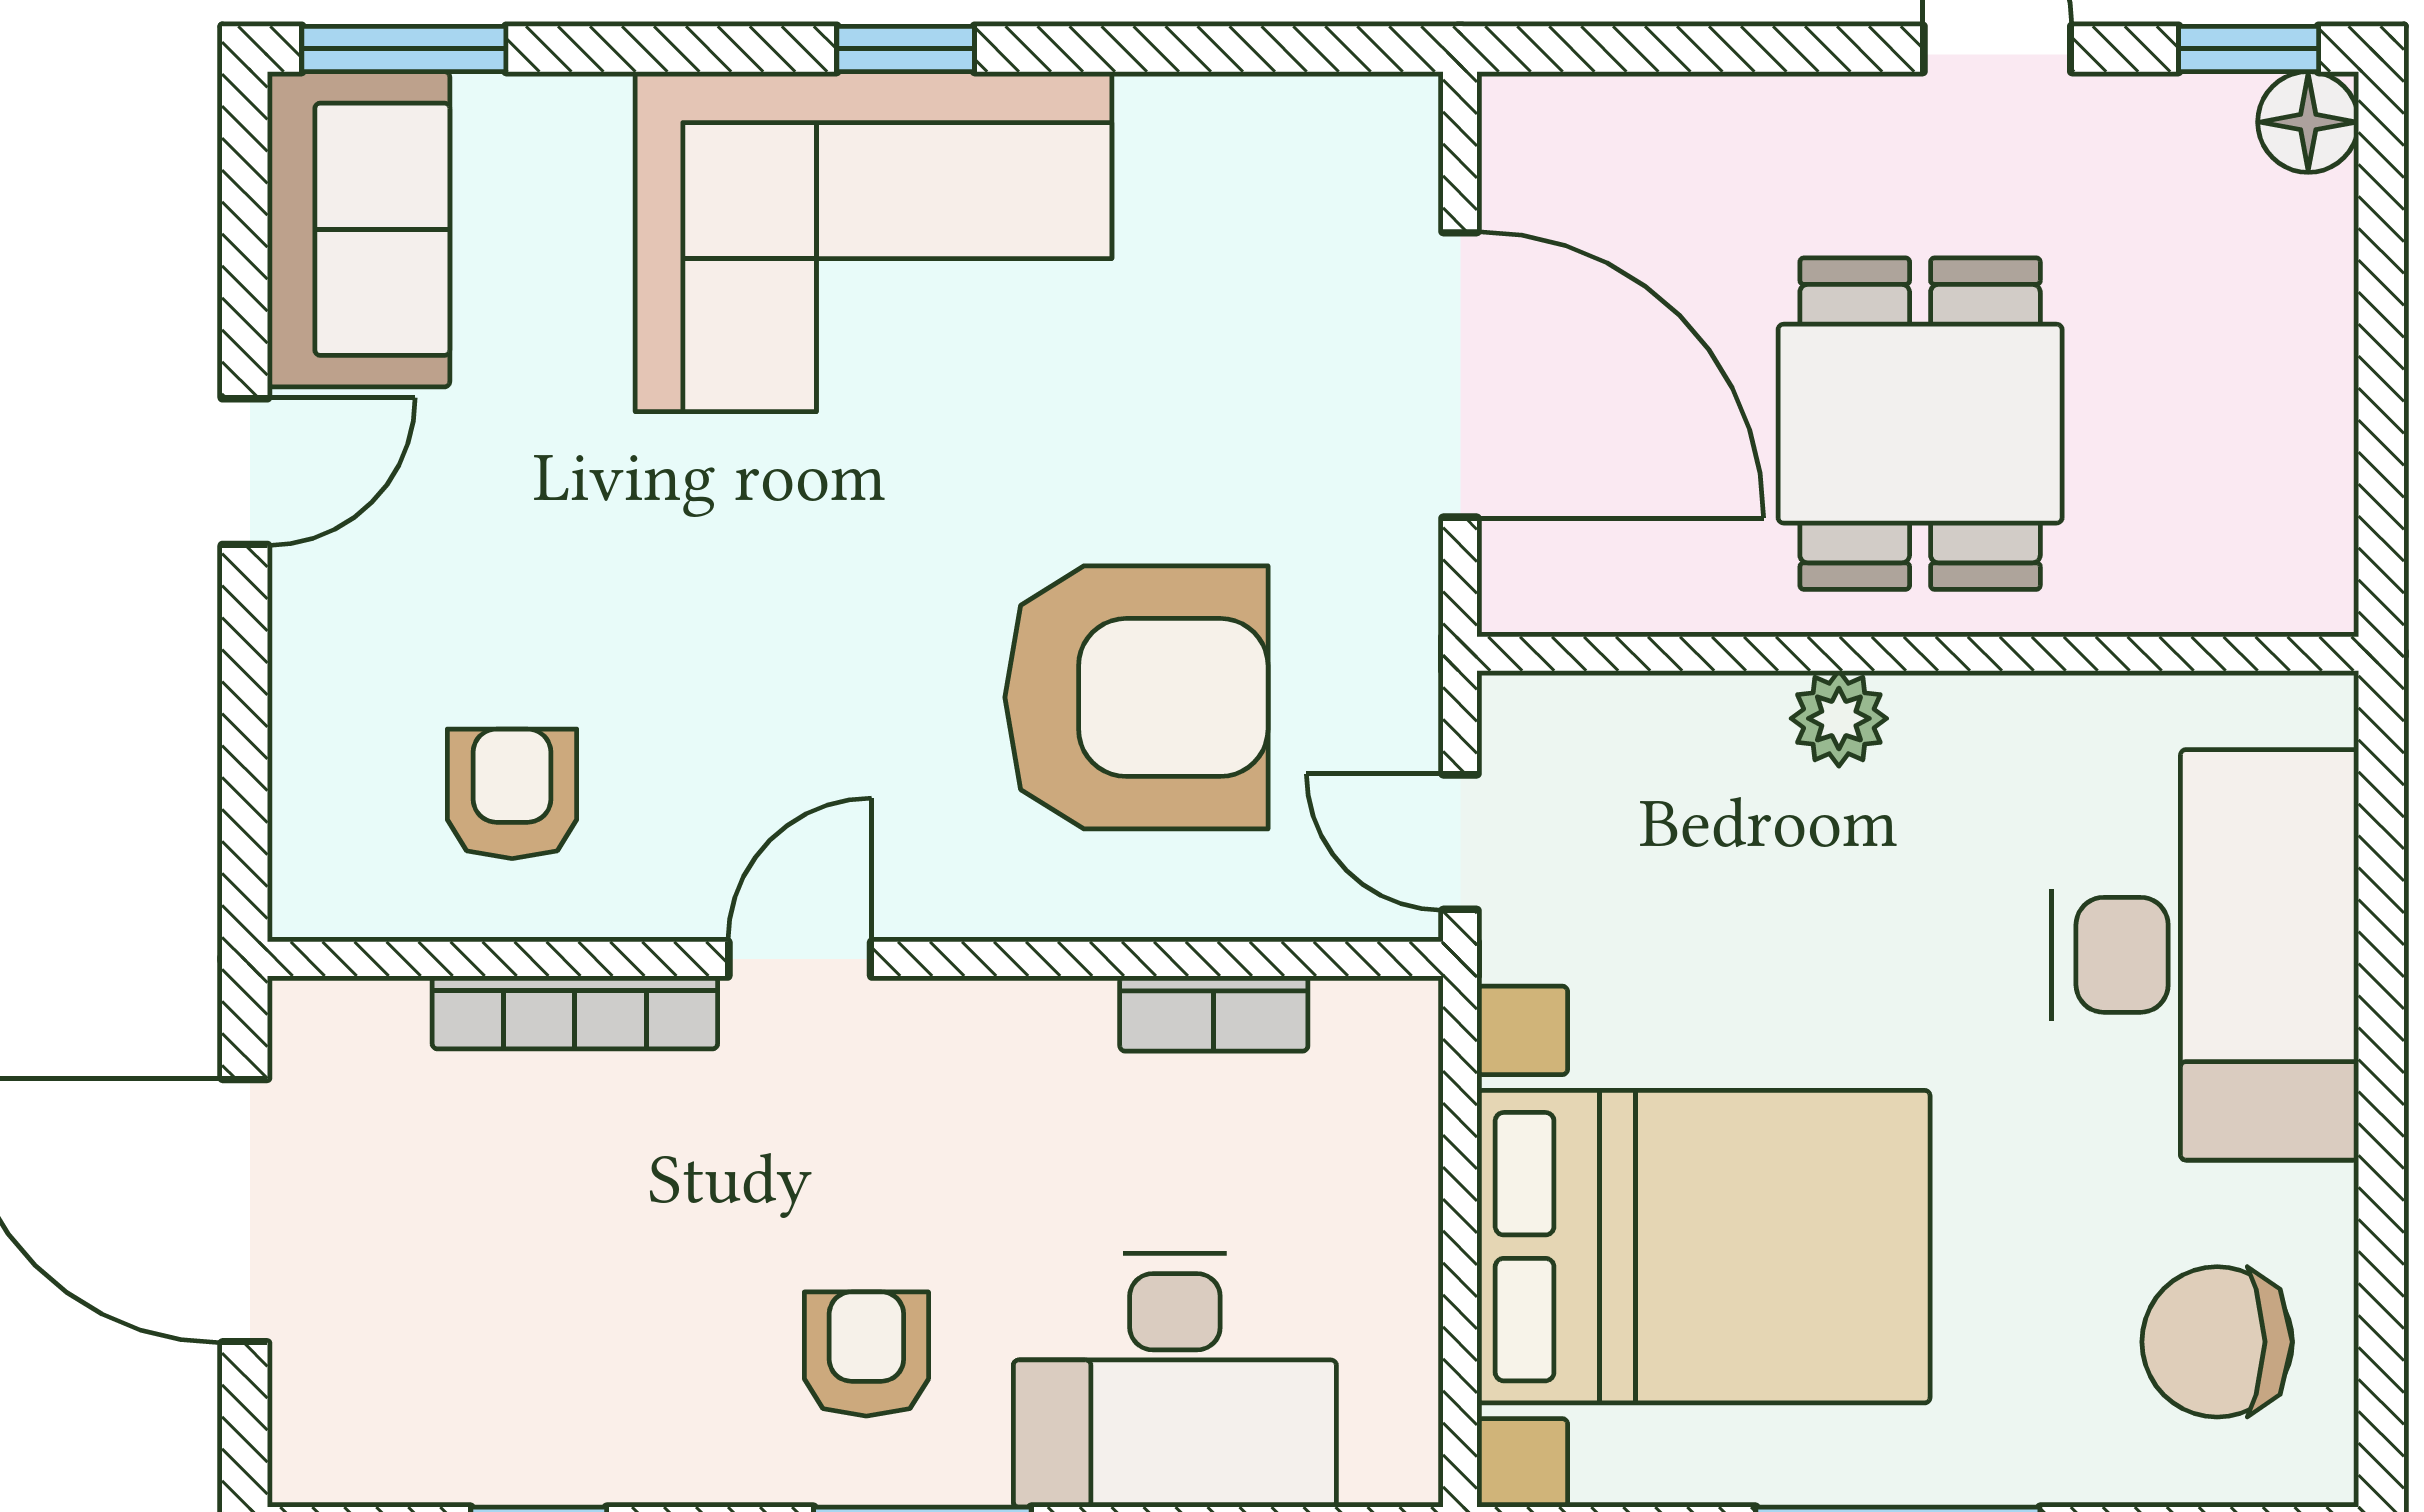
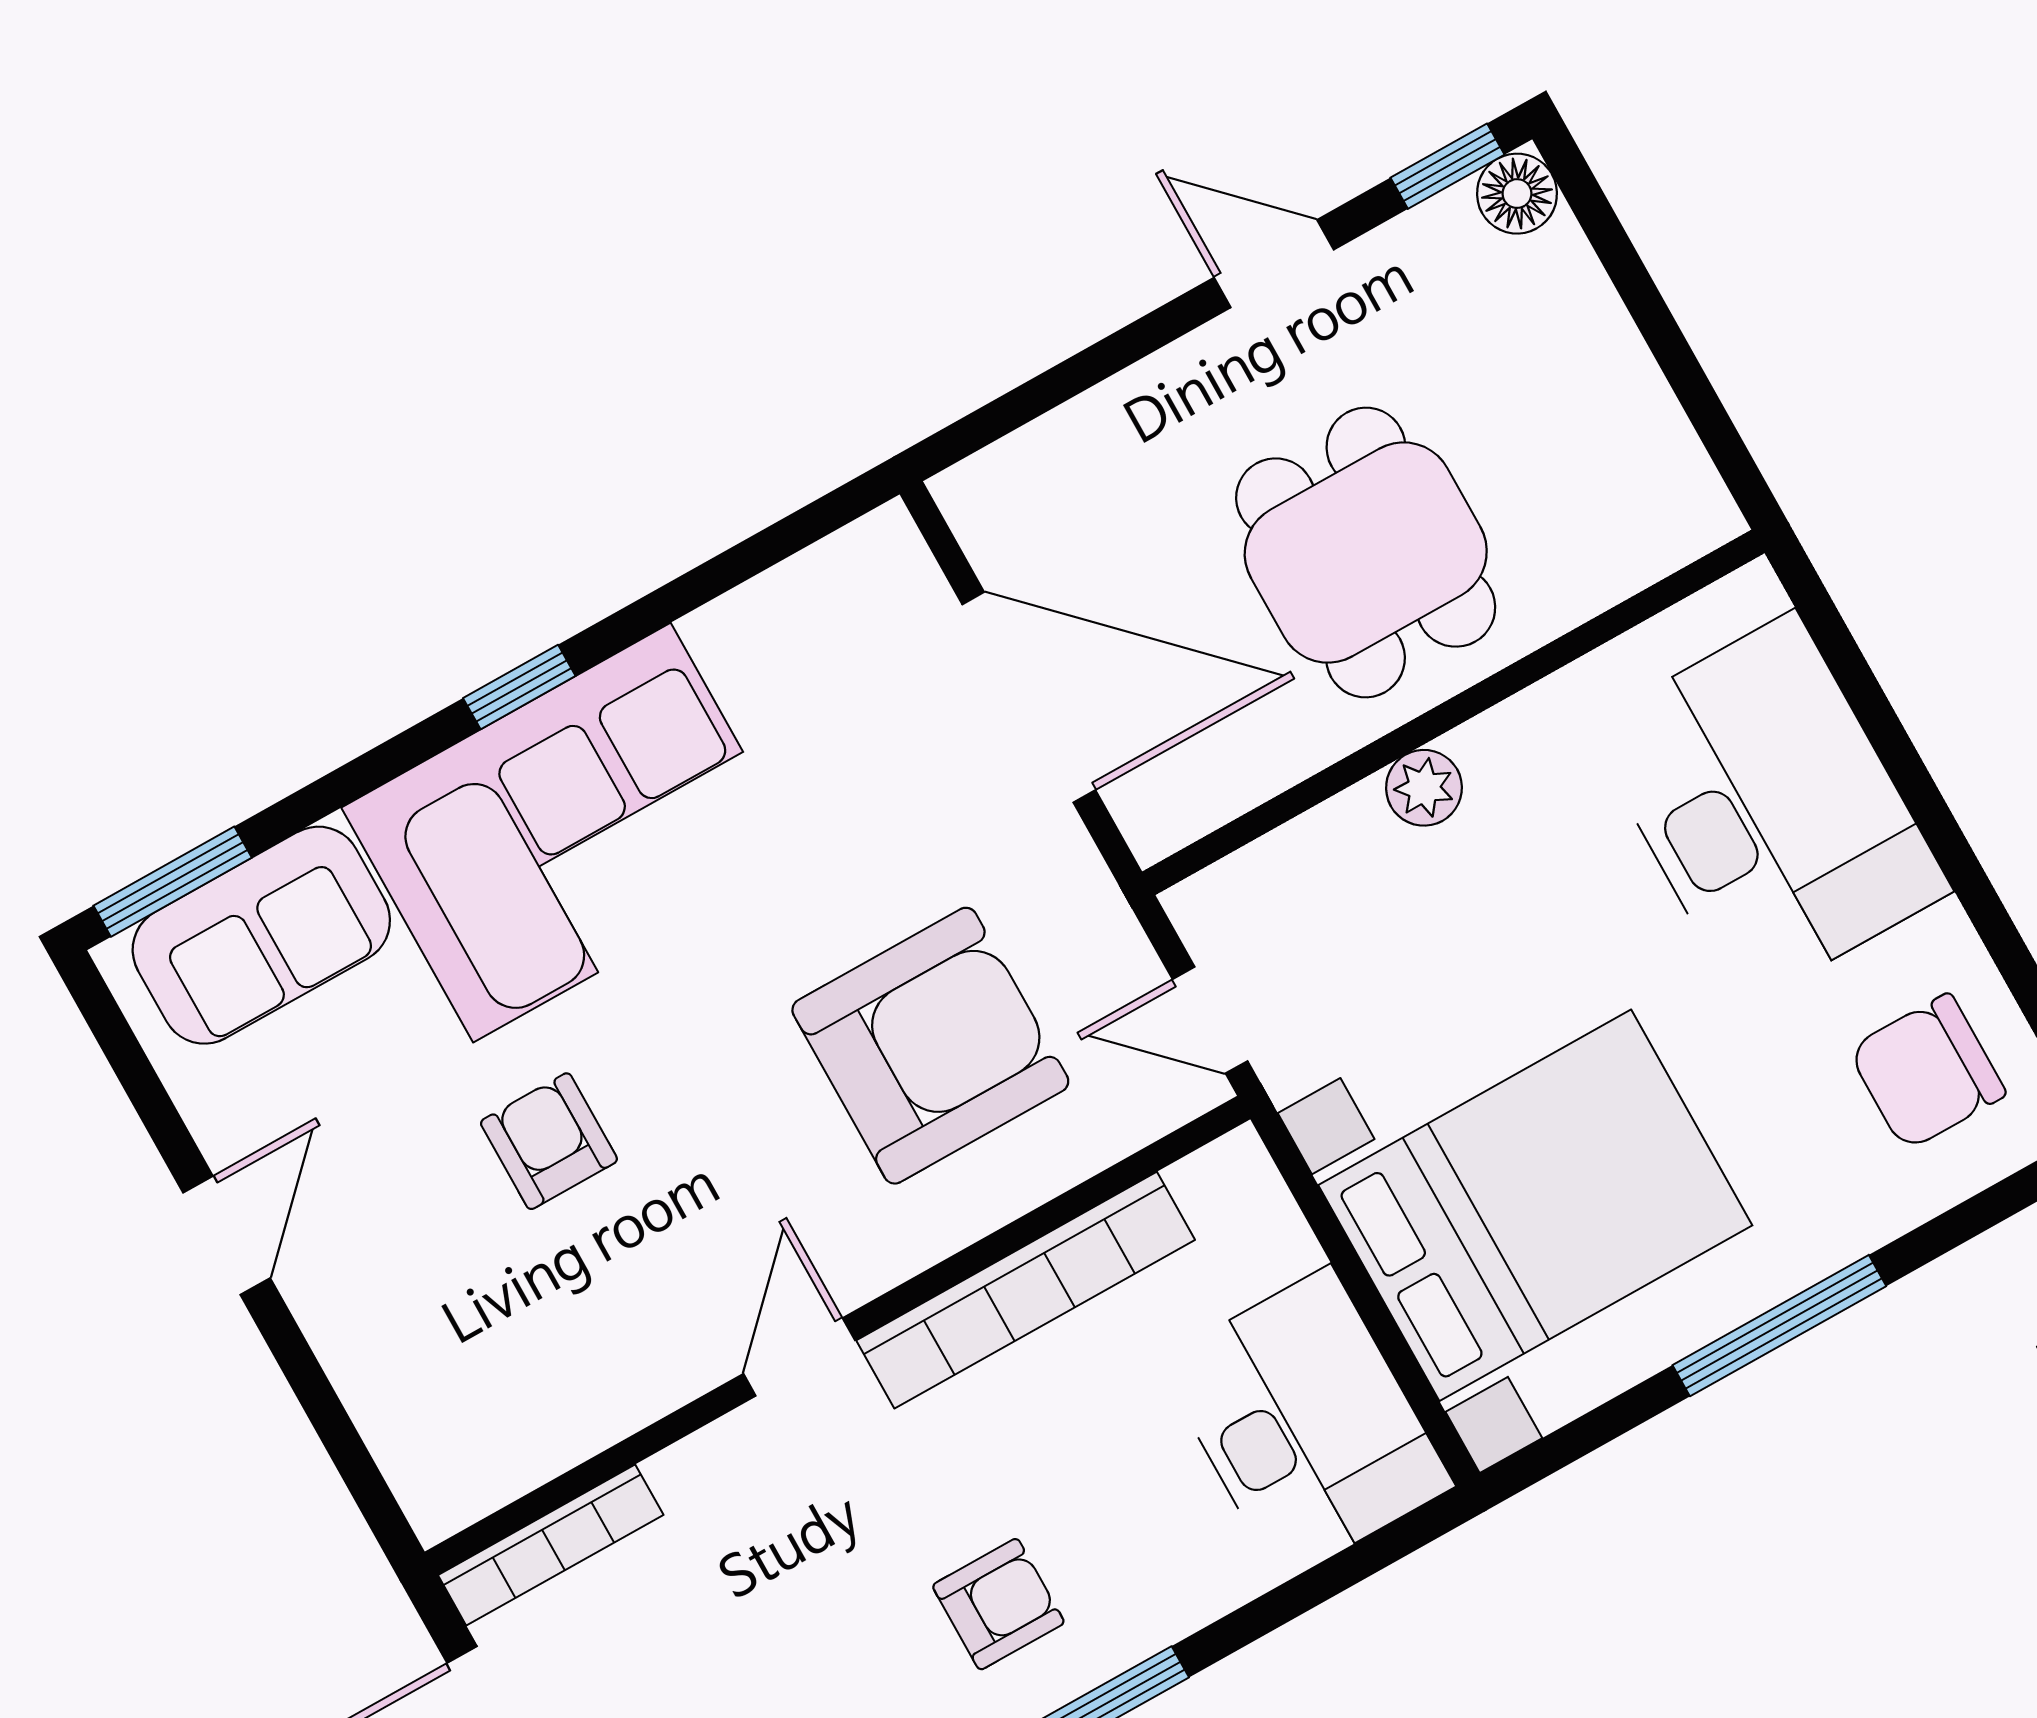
sofa: (359, 229) -> (261, 935), moved, turned 90
armchair: (512, 794) -> (549, 1141), moved
bookcase: (575, 1012) -> (551, 1545), moved
bookcase: (1214, 1014) -> (1026, 1290), width x2.31, depth x1.31
armchair: (866, 1354) -> (998, 1604), turned 90
desk: (1175, 1380) -> (1306, 1424), moved, turned -90

